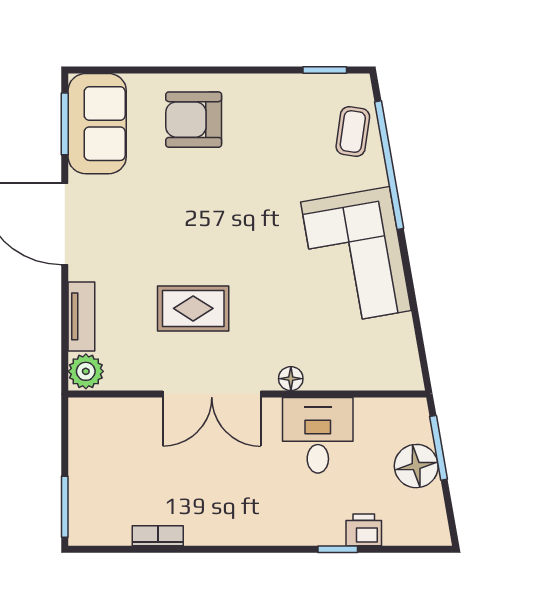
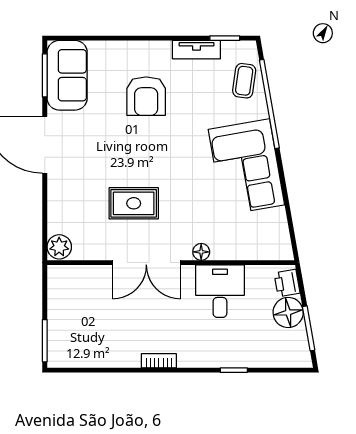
armchair: (194, 120) -> (146, 96), moved, turned -90
tv unit: (81, 316) -> (196, 50), moved, turned 90
window: (439, 448) -> (309, 328), moved
printer: (364, 530) -> (287, 283), moved, turned -100
bookcase: (158, 536) -> (159, 361), moved

